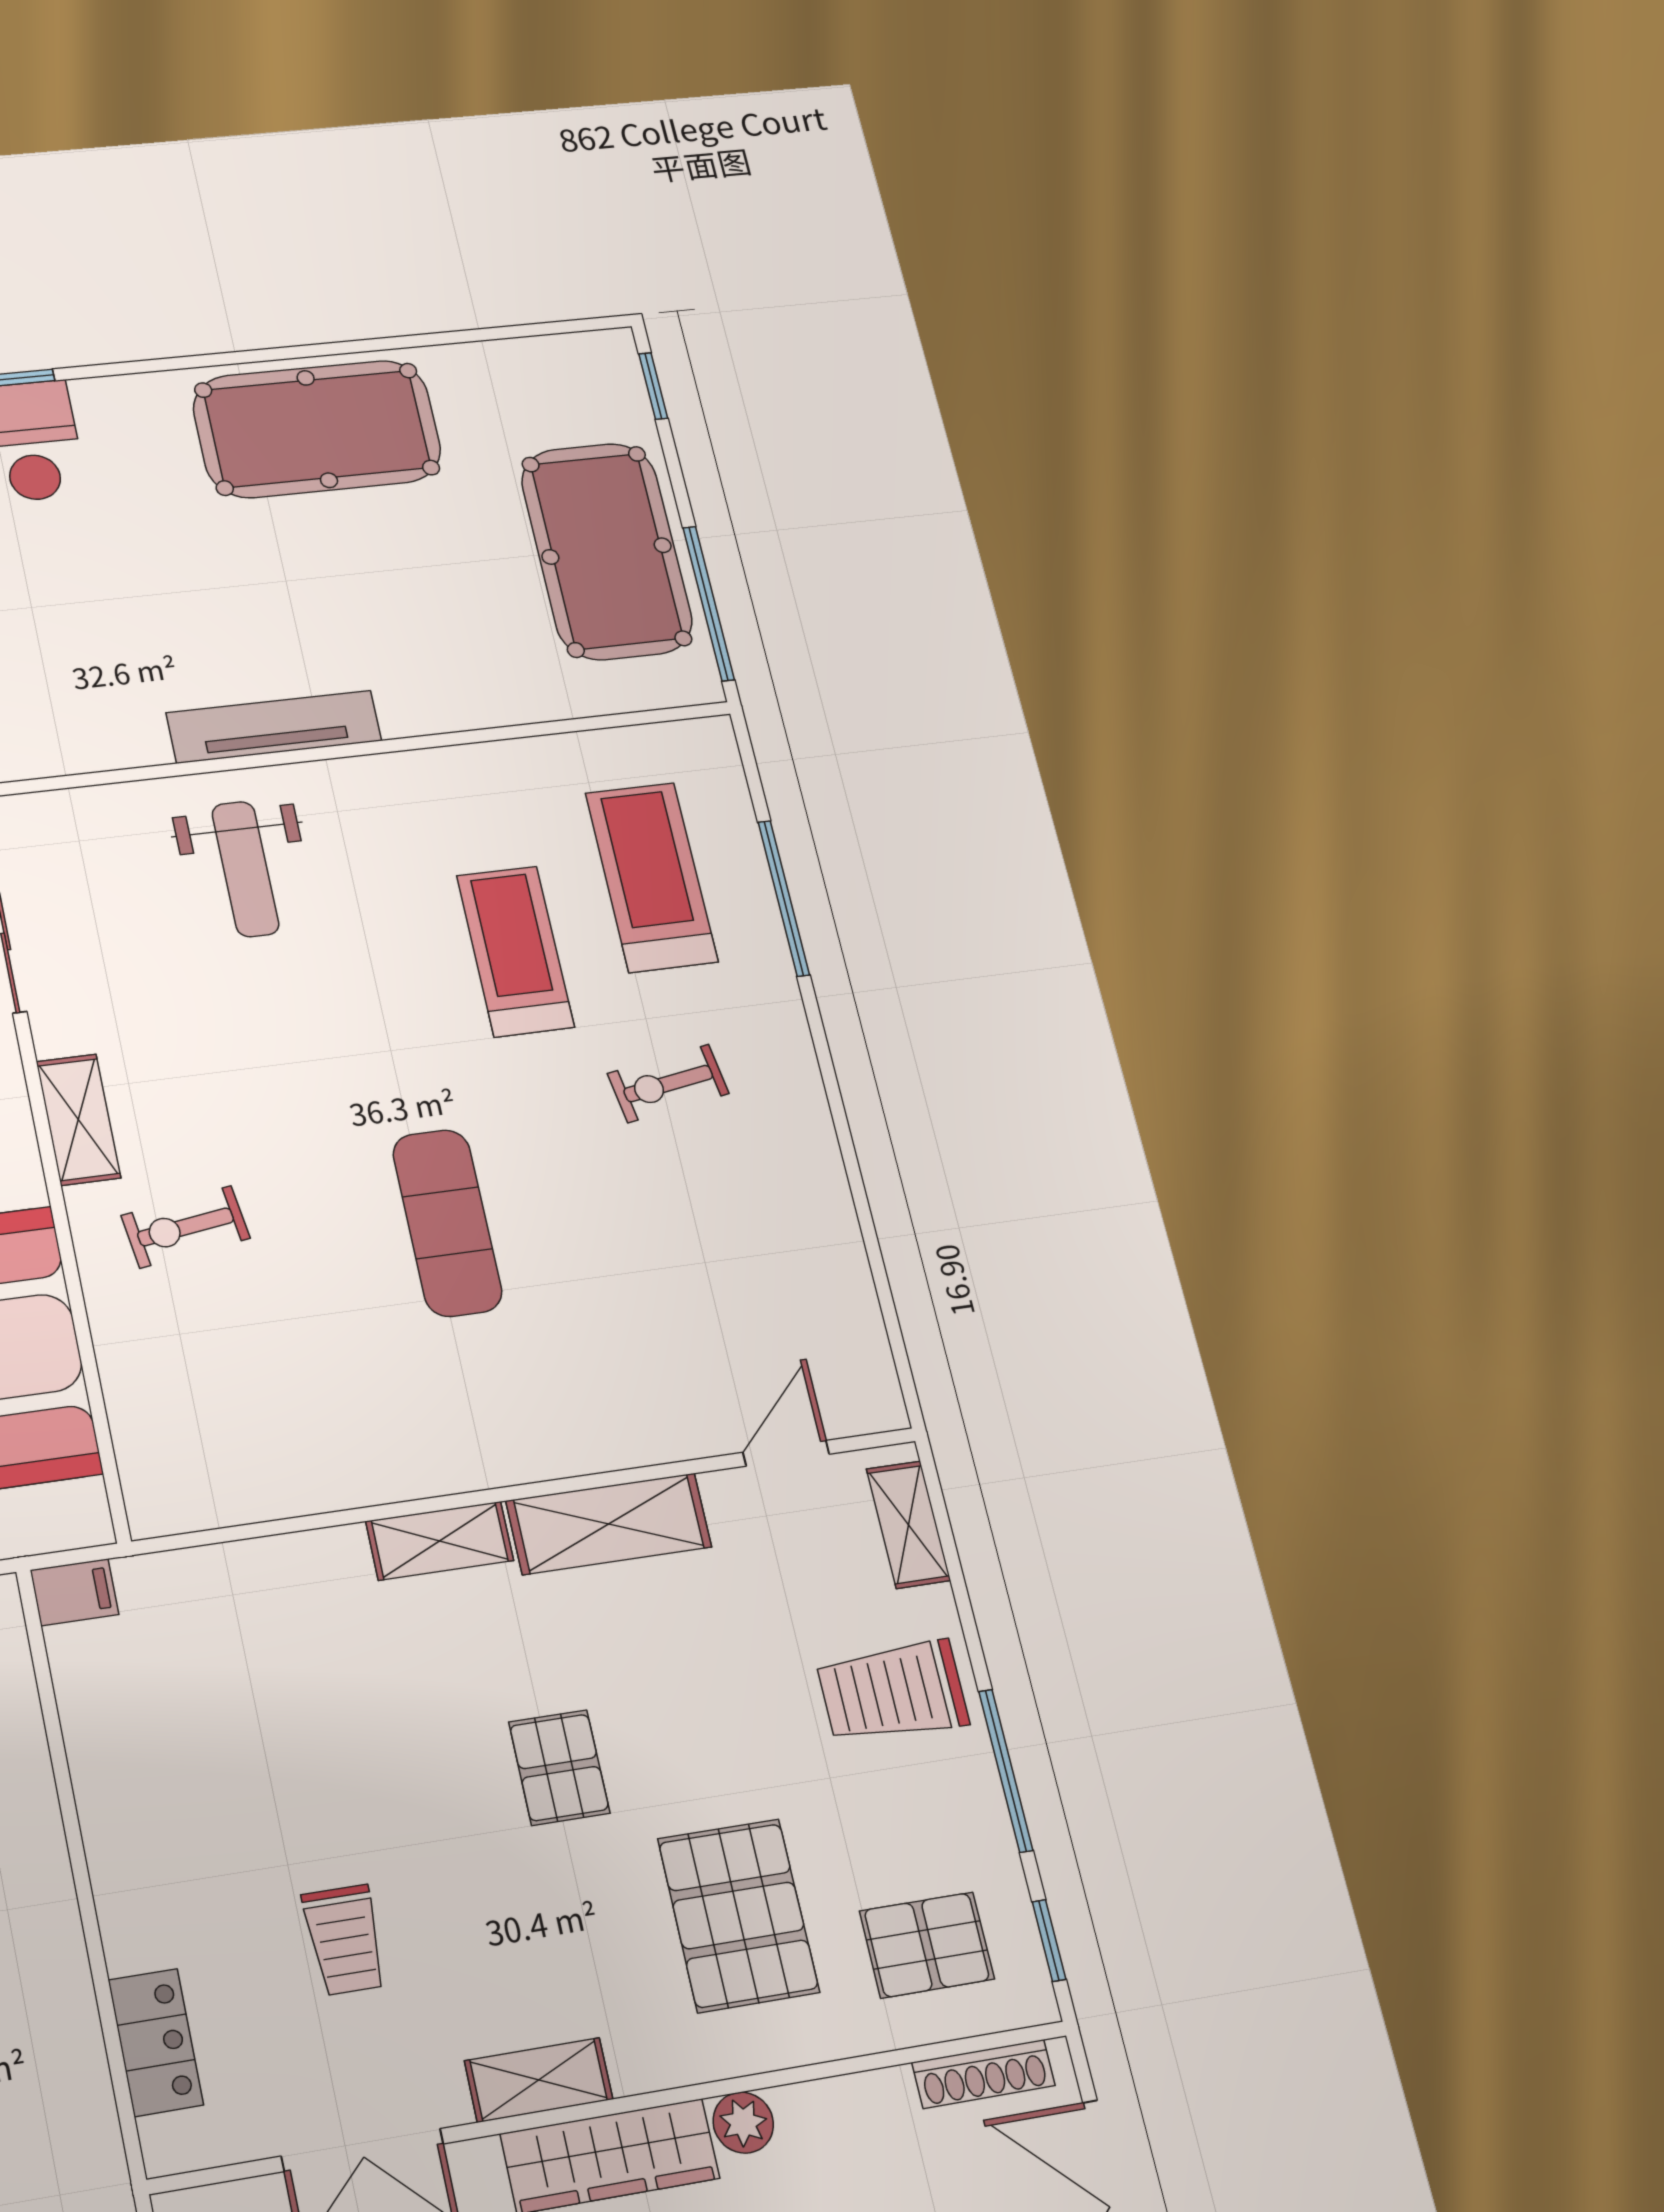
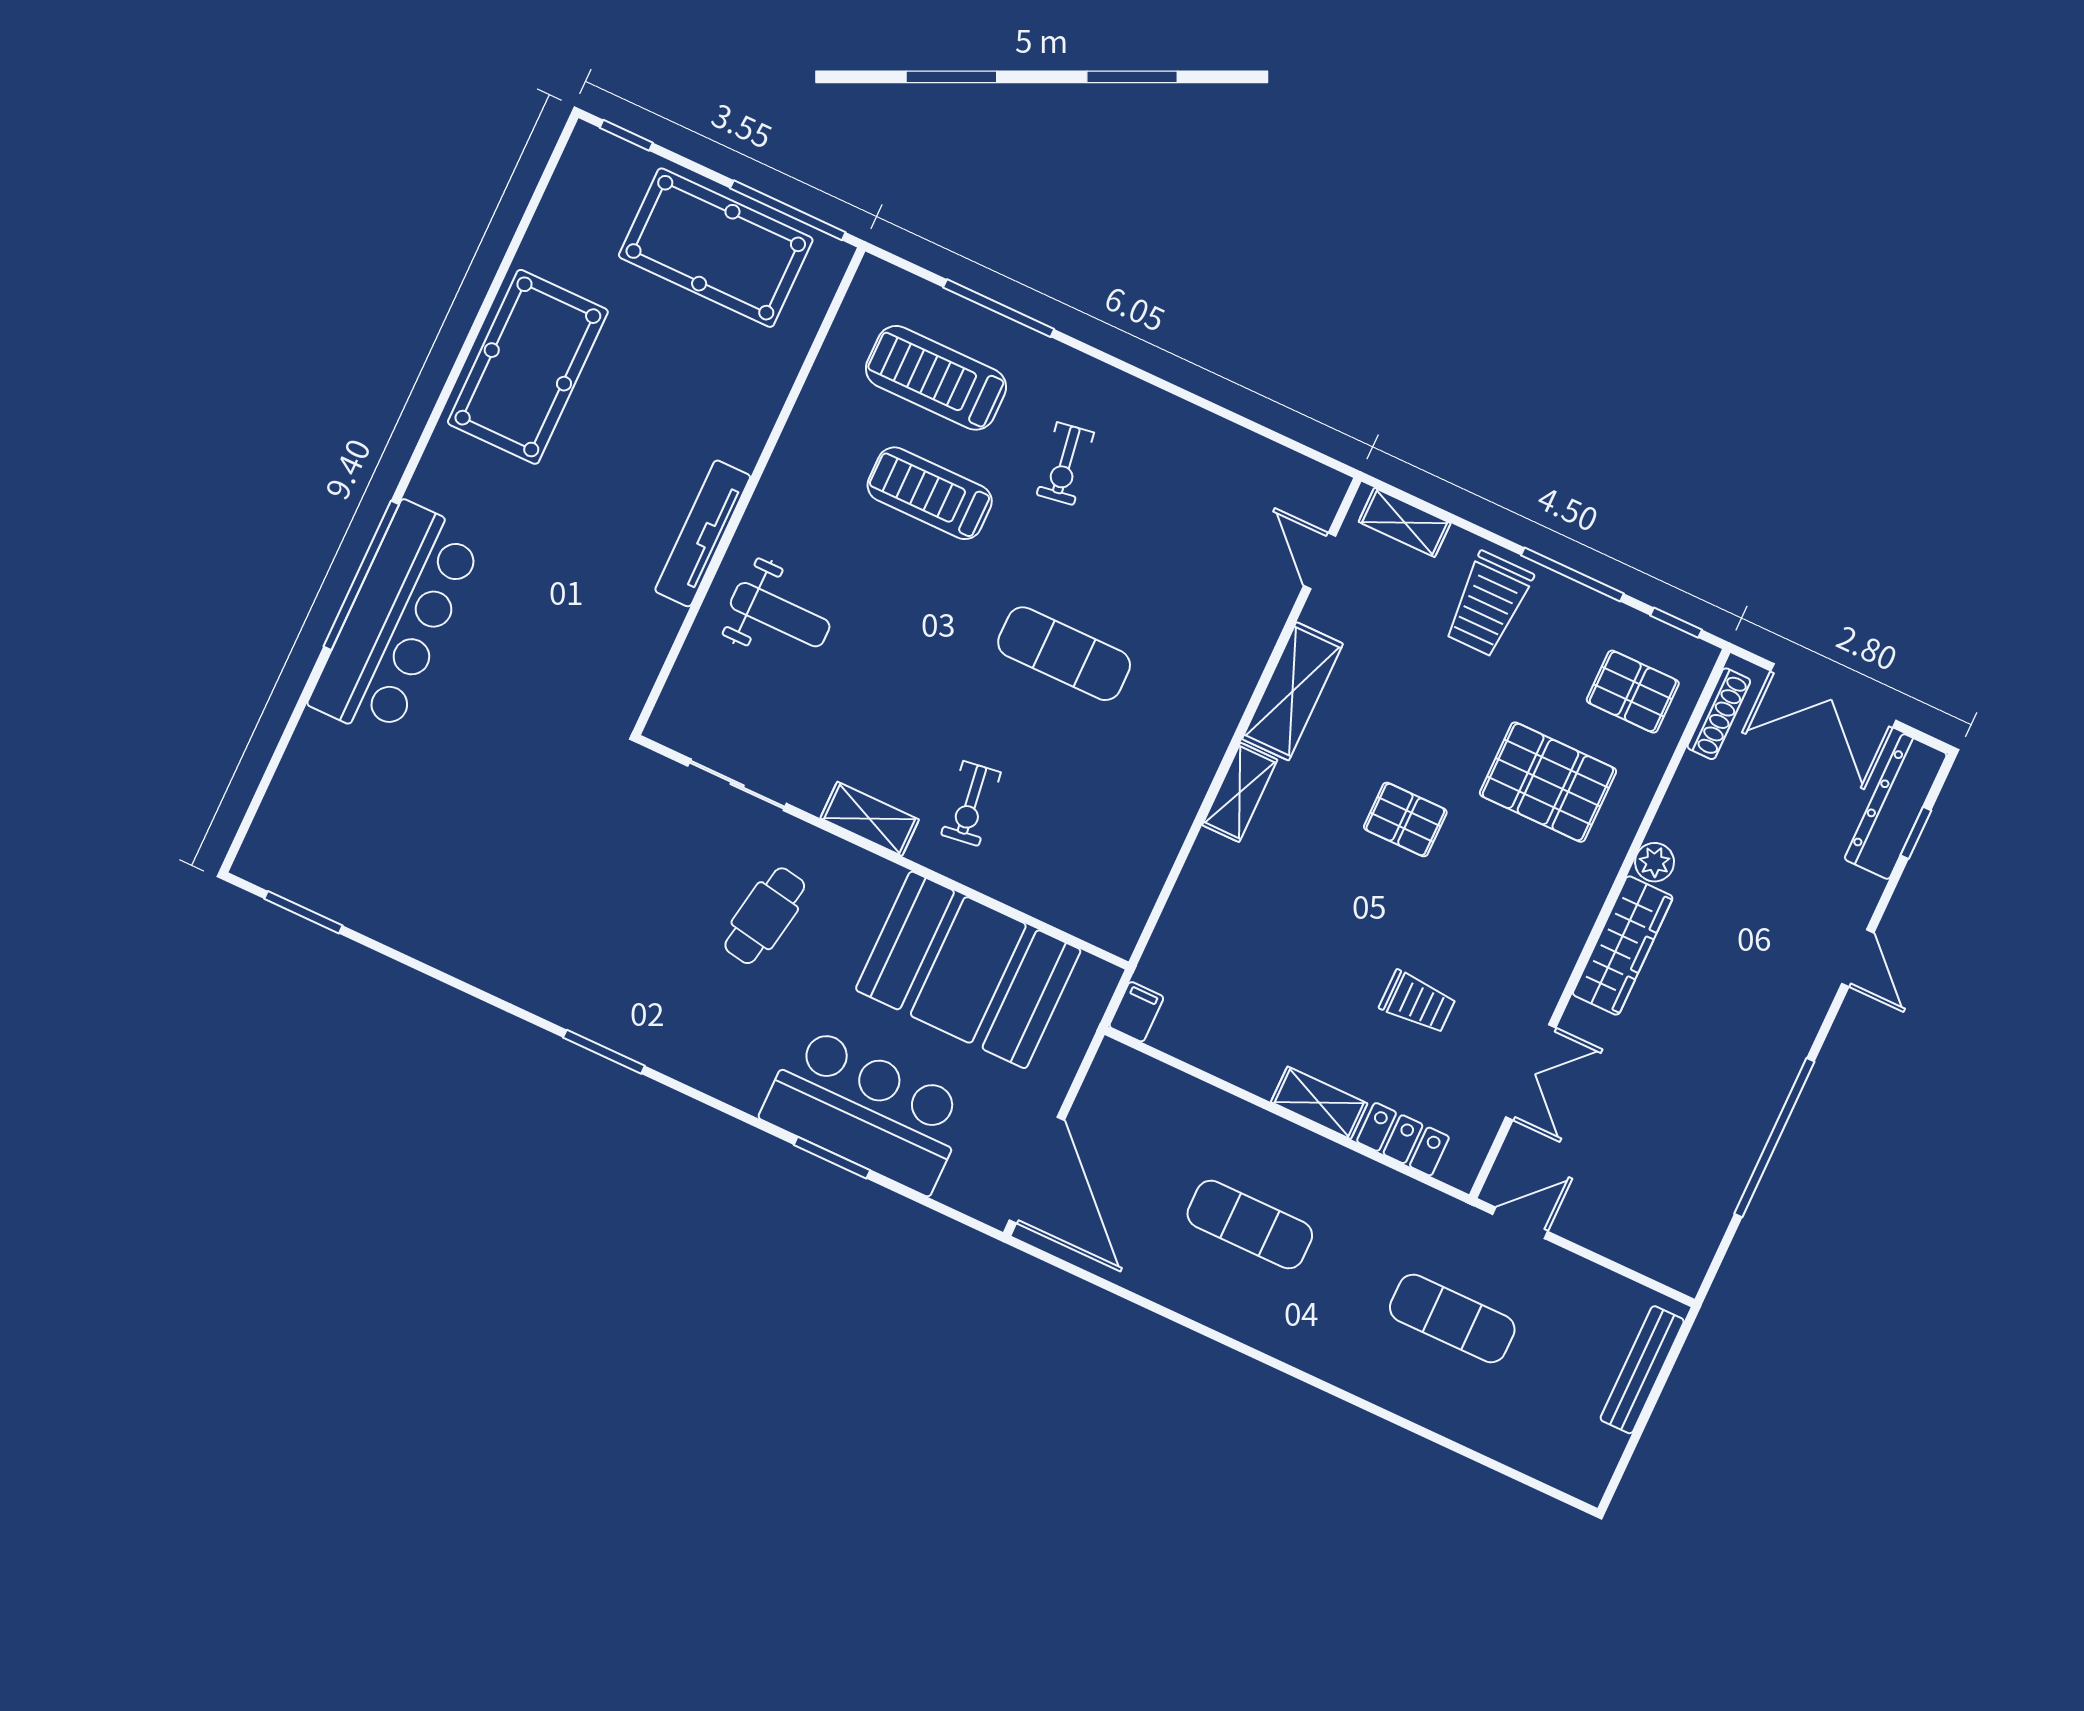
pallet: (927, 1945) -> (1633, 692), turned 90
shelving: (539, 2080) -> (1319, 1103), moved, turned 90

